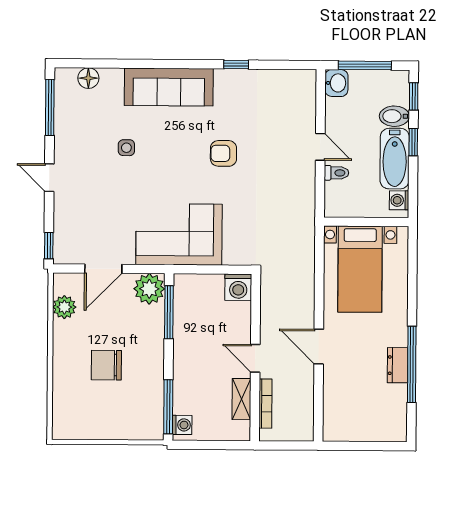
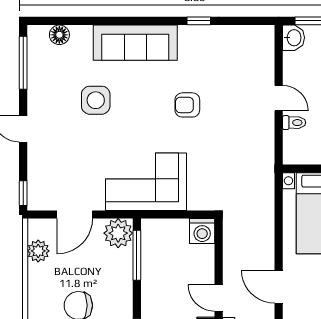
side table: (126, 148) -> (96, 100), width x1.87, depth x1.87

